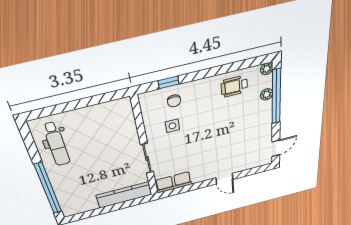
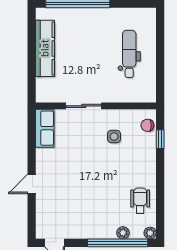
chair: (174, 101) -> (147, 125), moved
dental chair: (57, 144) -> (129, 54), moved, turned 90
kitchen counter: (124, 195) -> (45, 48), moved

